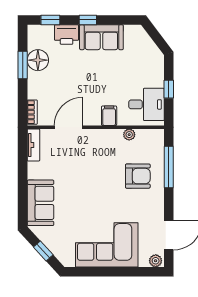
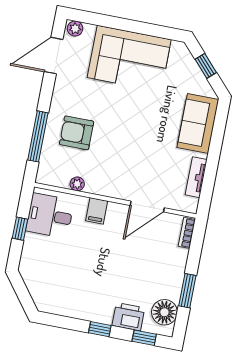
sofa: (101, 37) -> (88, 306), removed
floor lamp: (38, 60) -> (164, 312), moved
tv unit: (33, 145) -> (196, 177), moved

